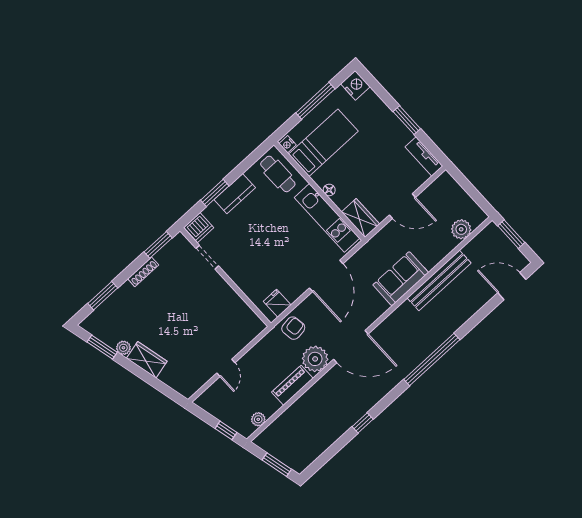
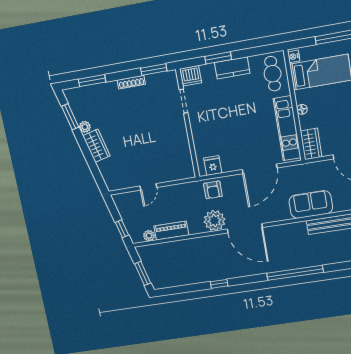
armchair: (293, 328) -> (213, 190), turned 98
piano: (292, 385) -> (171, 231), moved

